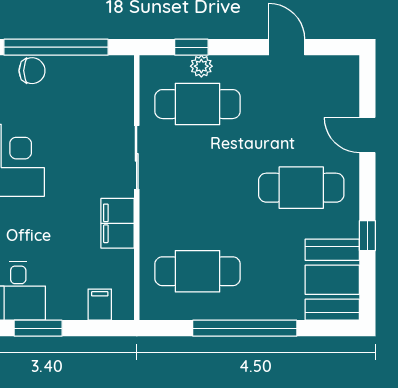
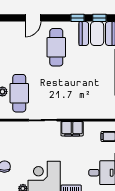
cafe table: (198, 271) -> (93, 93), removed
window: (367, 285) -> (99, 18), added

